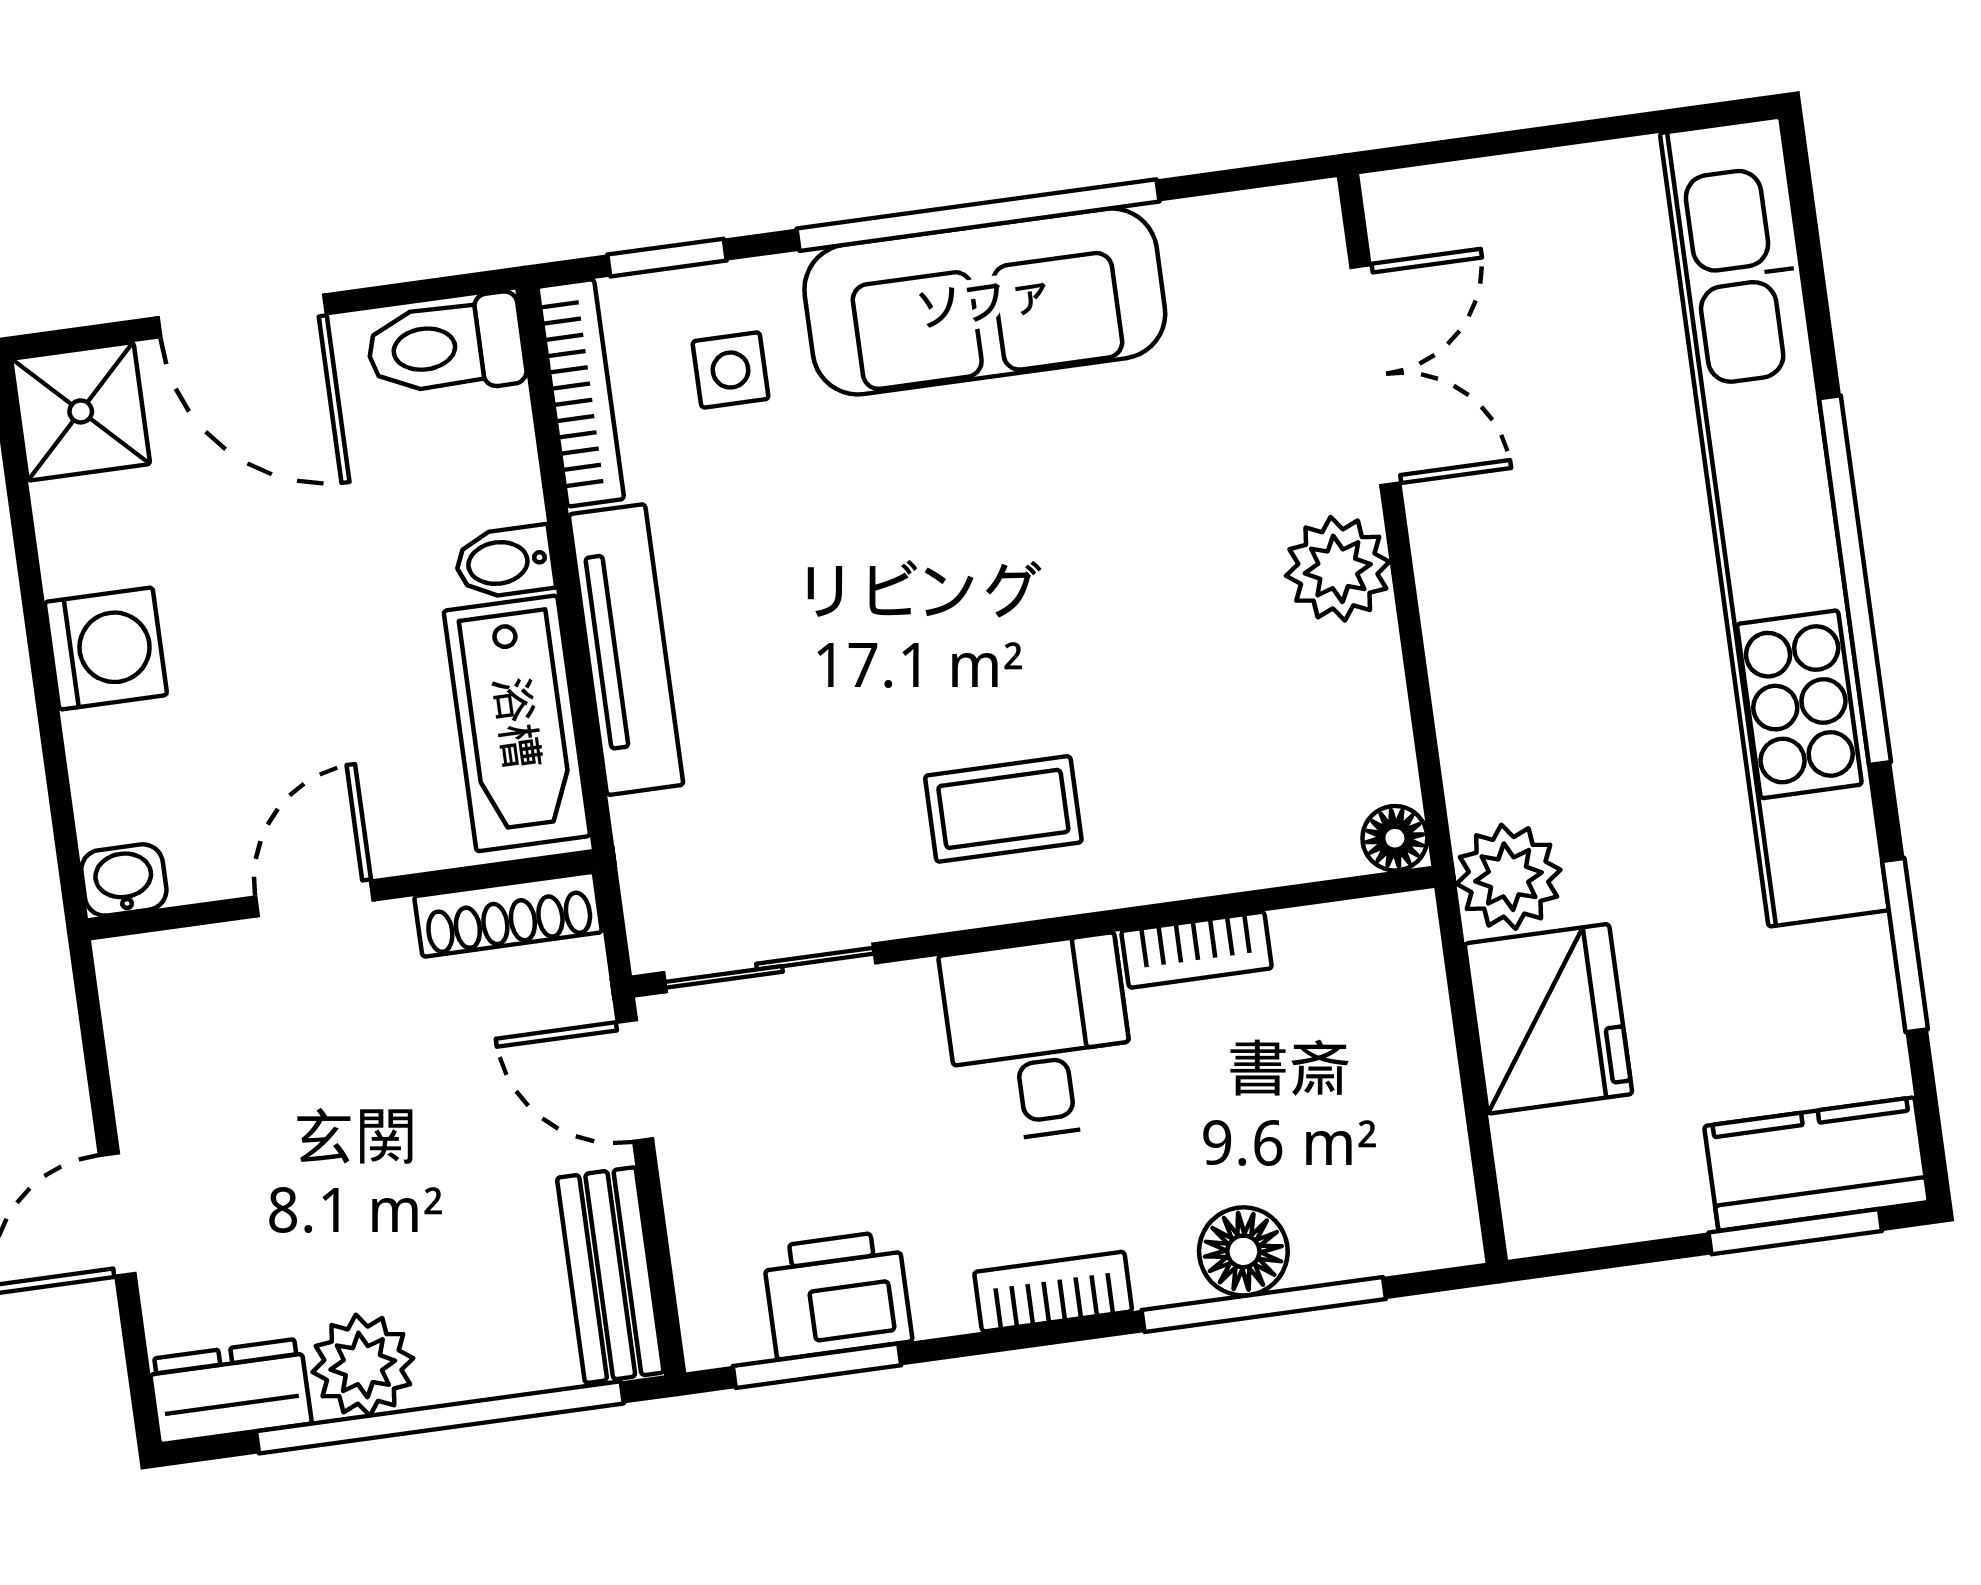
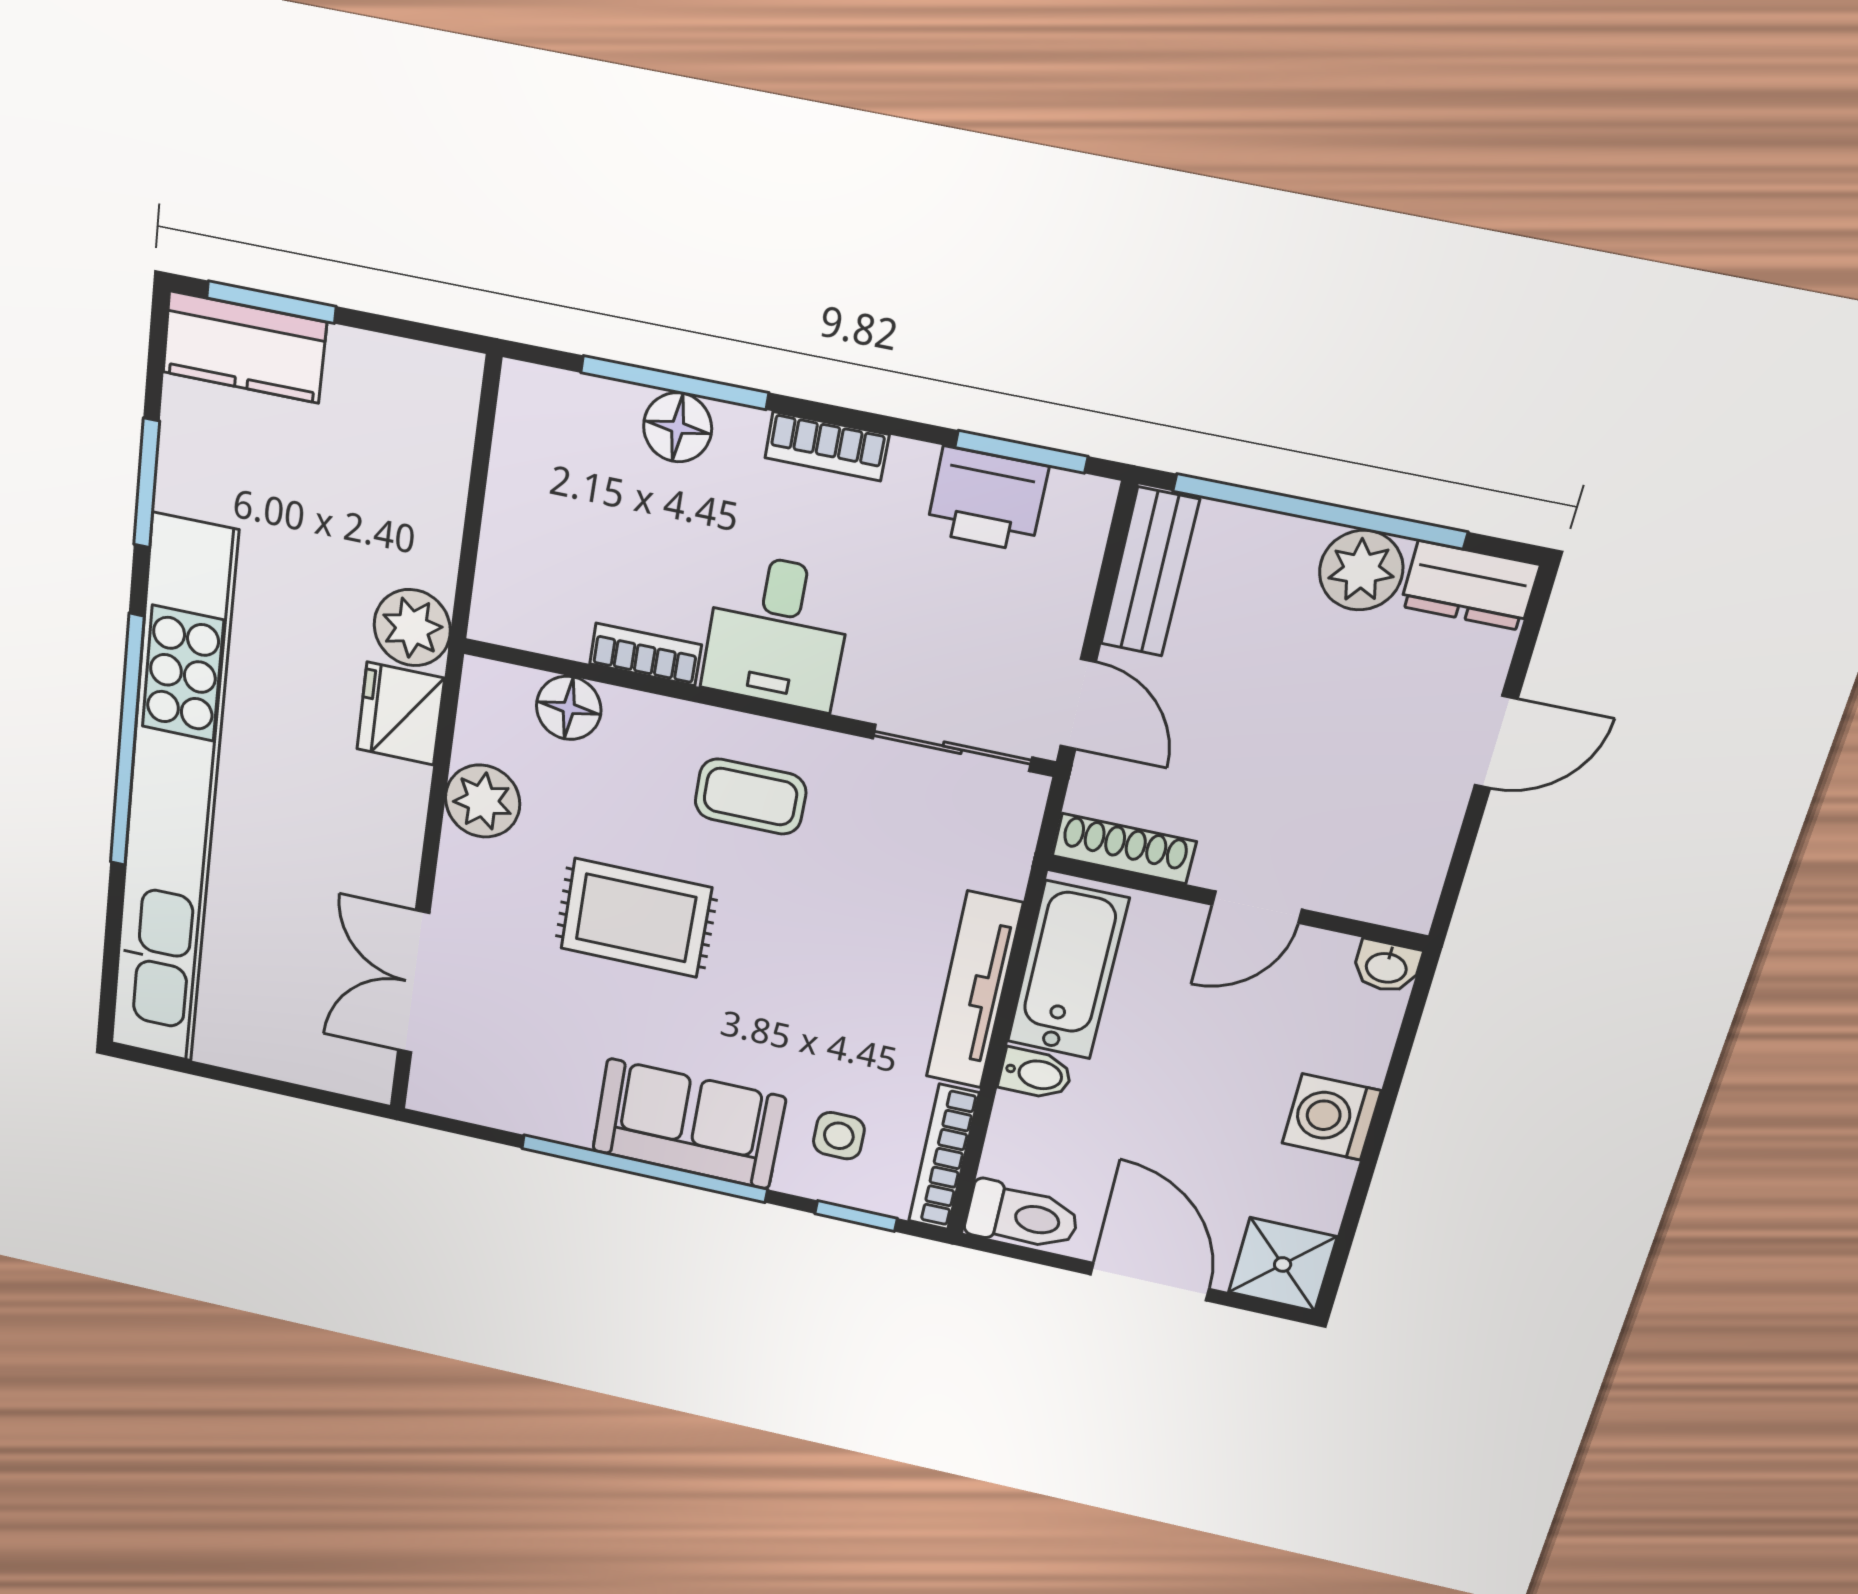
sofa: (985, 301) -> (689, 1124), width x0.73
plant: (1338, 569) -> (483, 801), moved
rug: (1101, 584) -> (636, 918), added
floor lamp: (1395, 838) -> (569, 708), moved, width x1.37, depth x1.37
fridge: (1548, 1019) -> (400, 714), moved, width x0.73, depth x0.75

